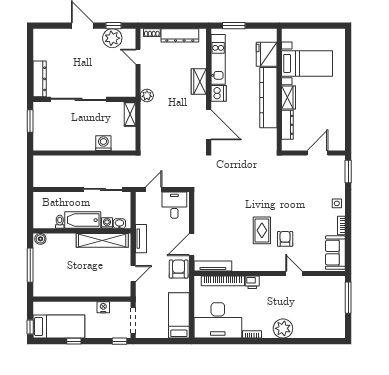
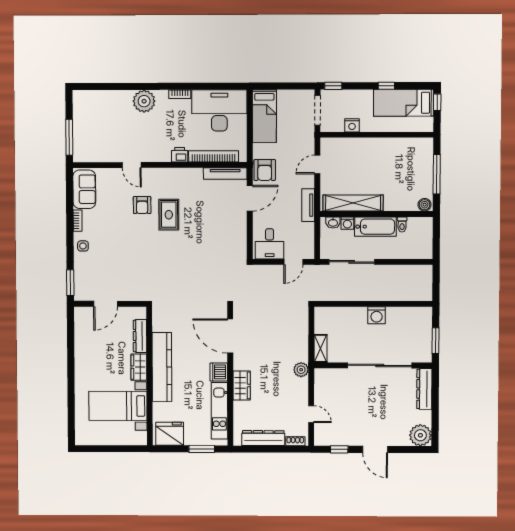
plant: (112, 38) -> (420, 435), moved
fridge: (267, 54) -> (170, 434), moved, turned -90
washing machine: (103, 143) -> (377, 315), moved

